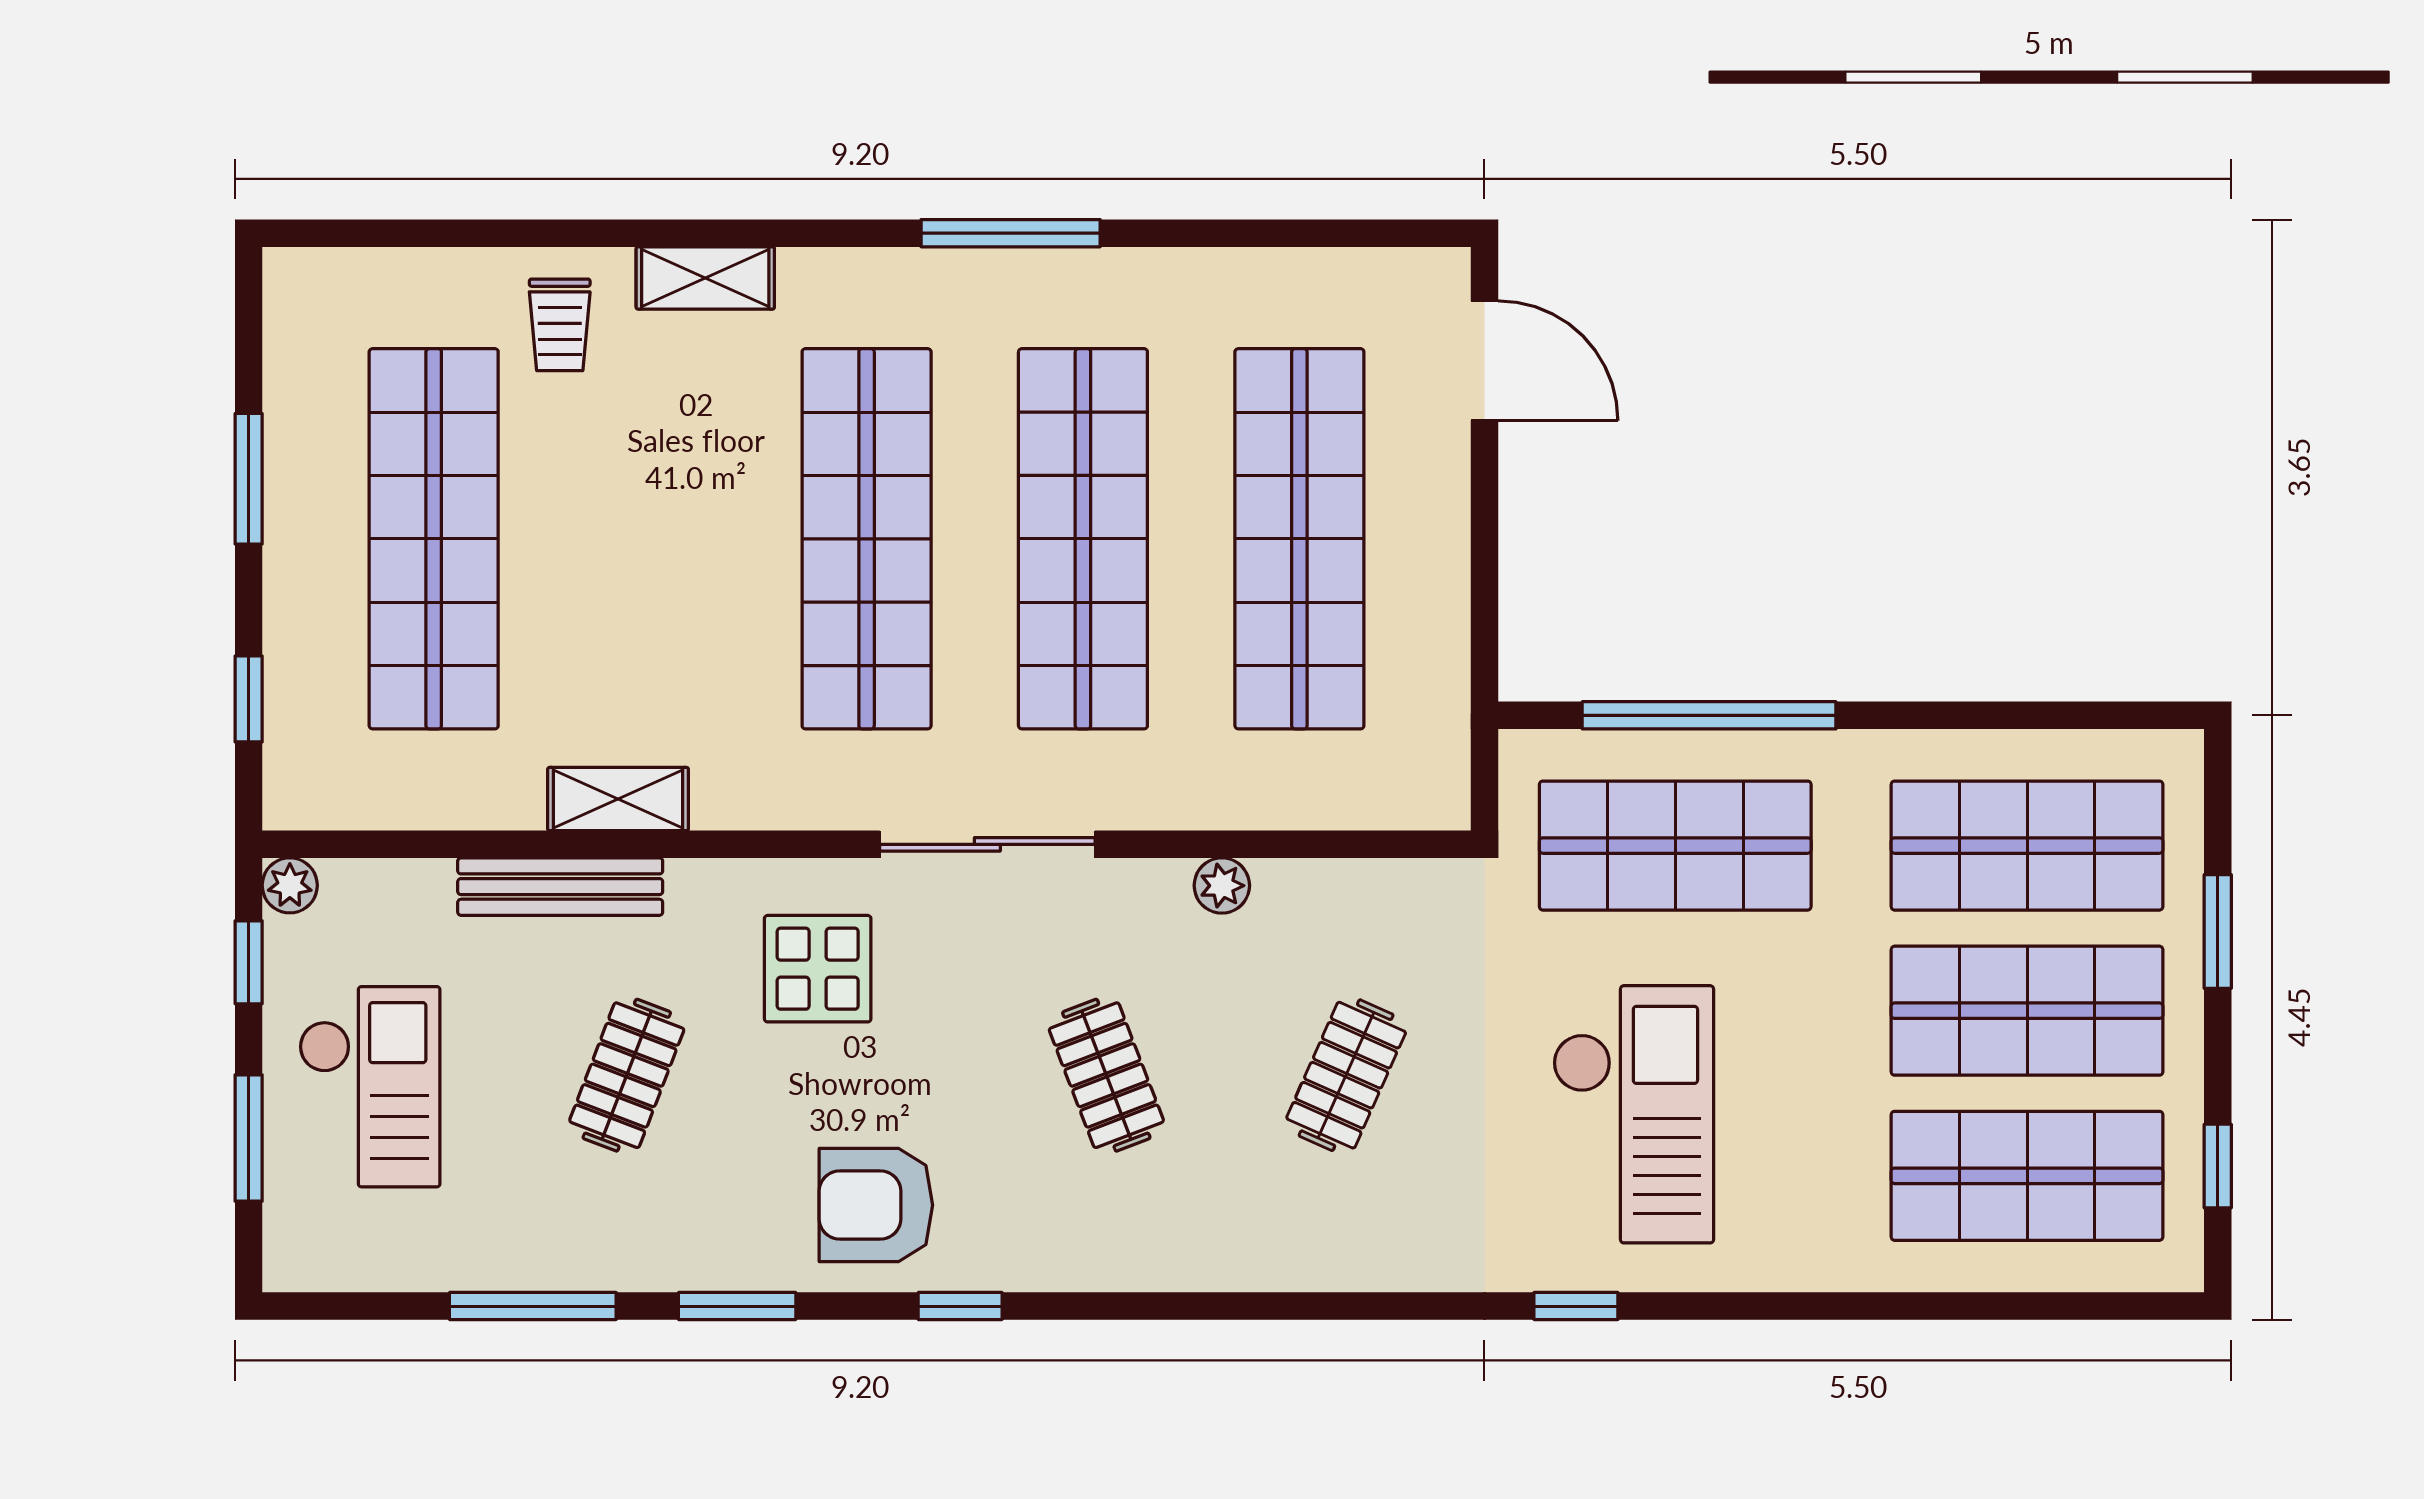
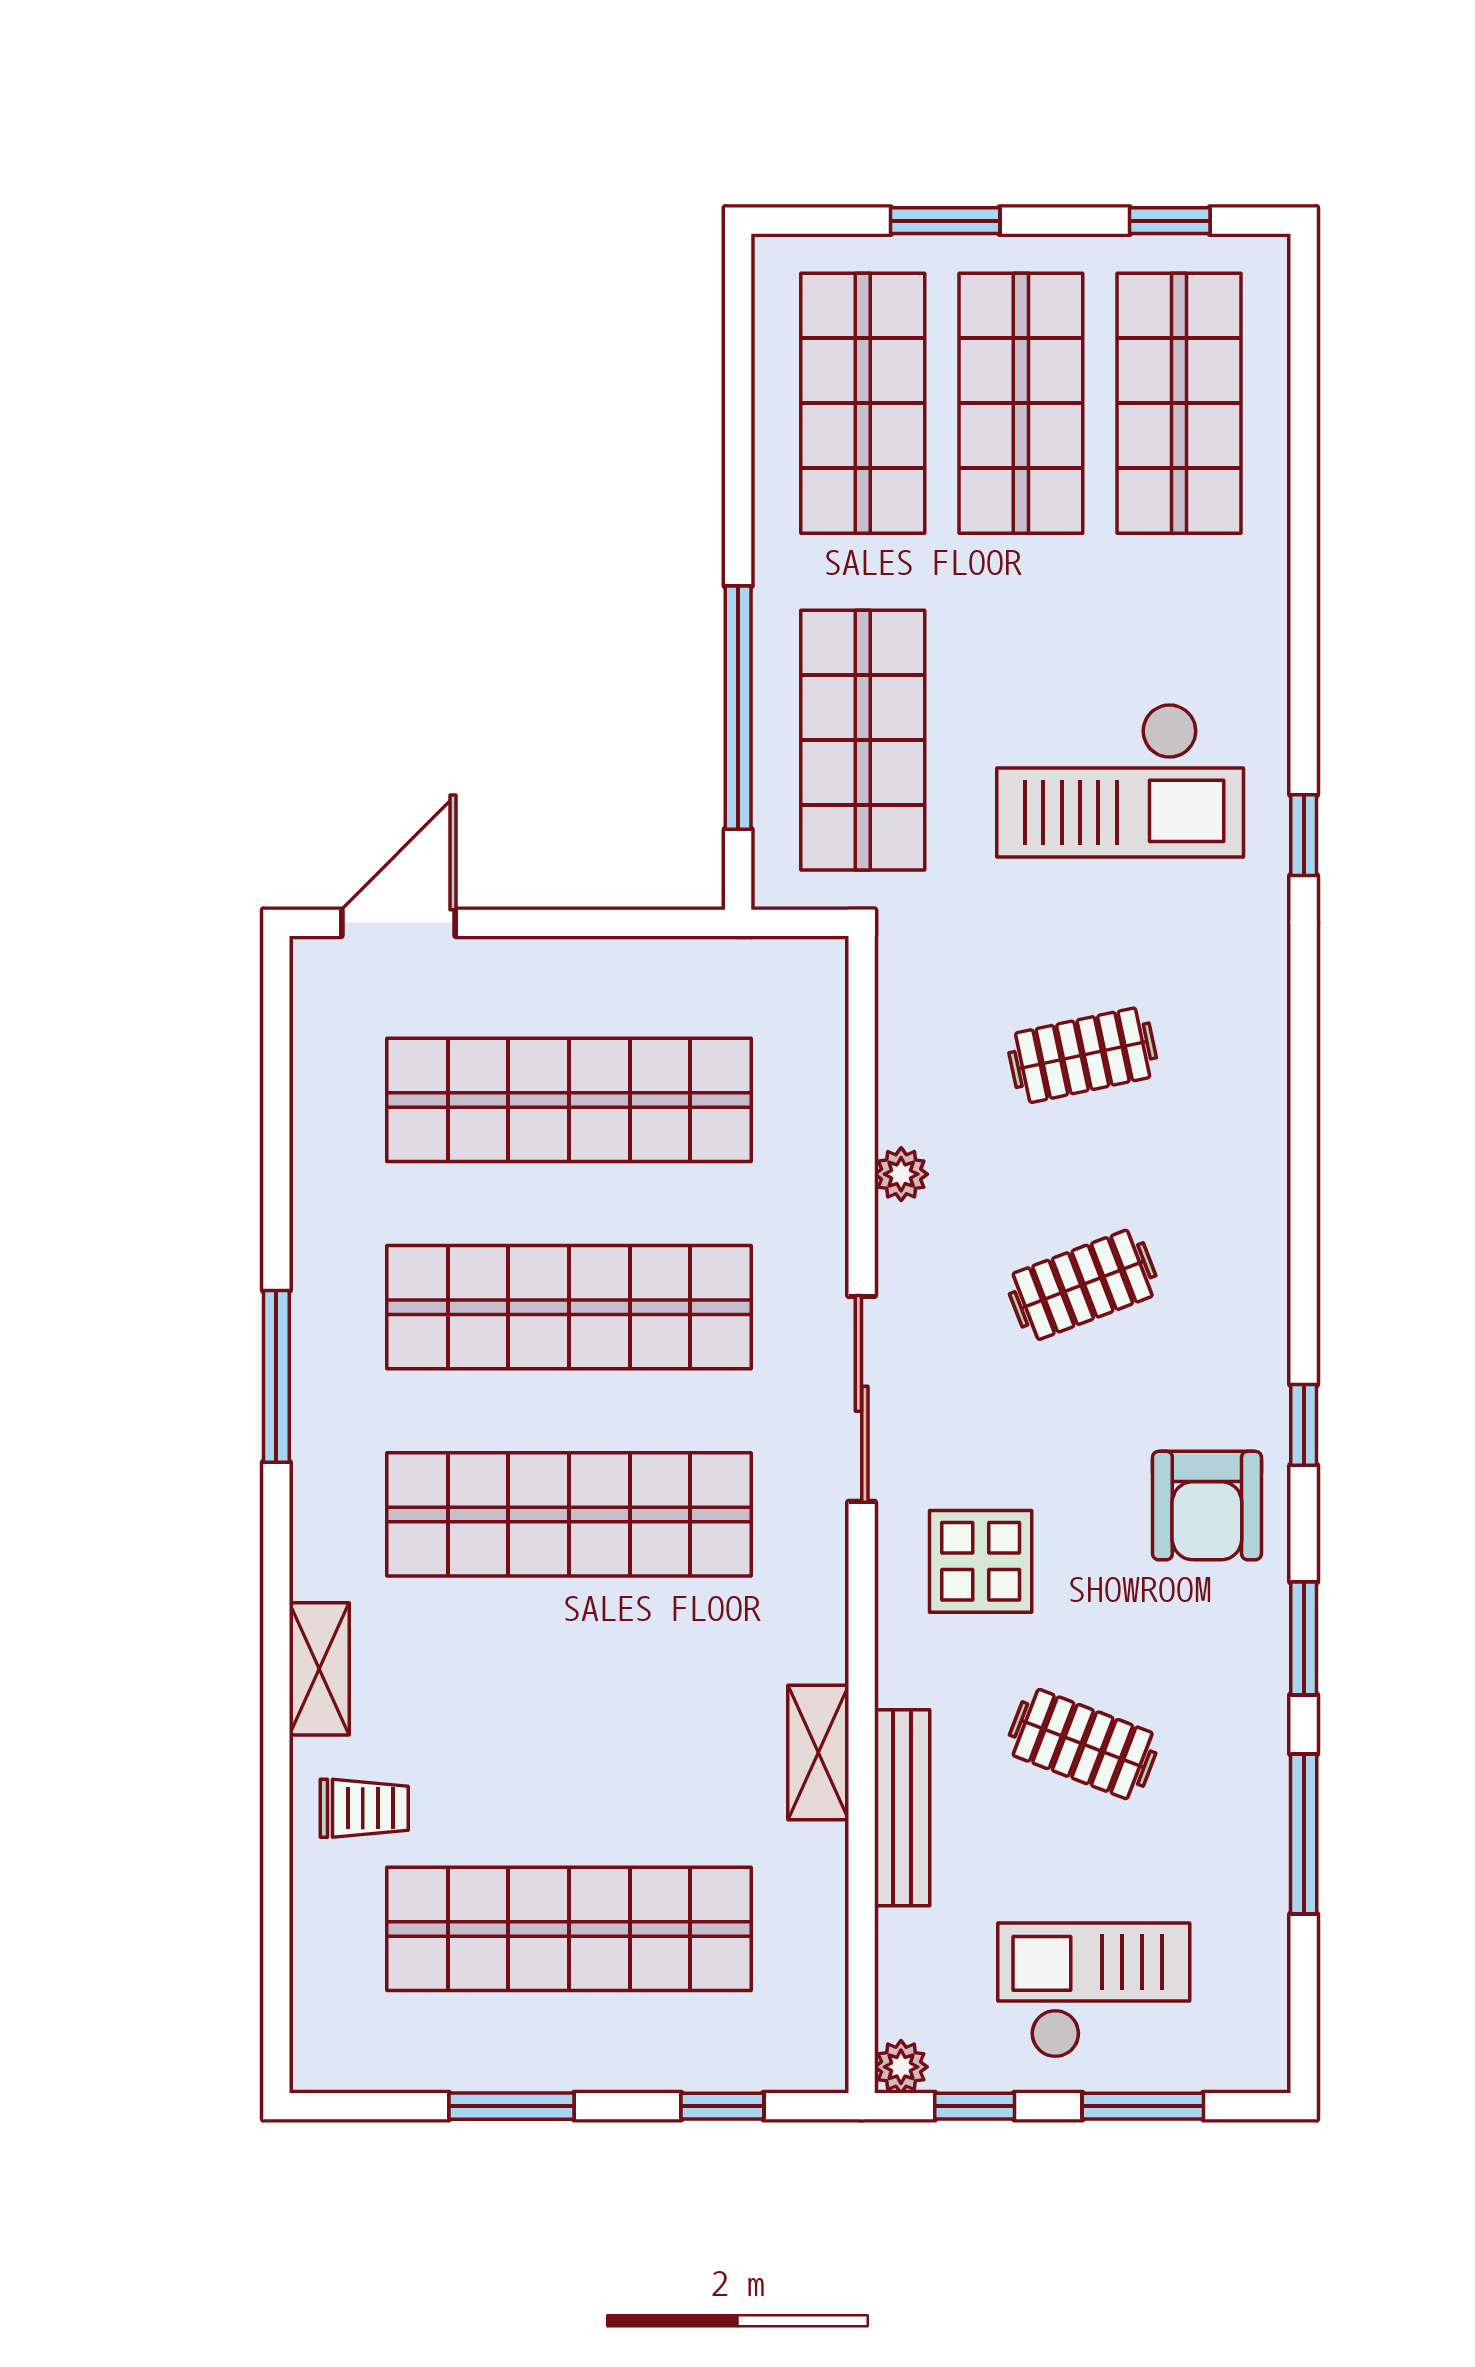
clothes rail: (1346, 1075) -> (1083, 1055), turned -36
checkout: (1633, 1114) -> (1120, 780), turned 180

